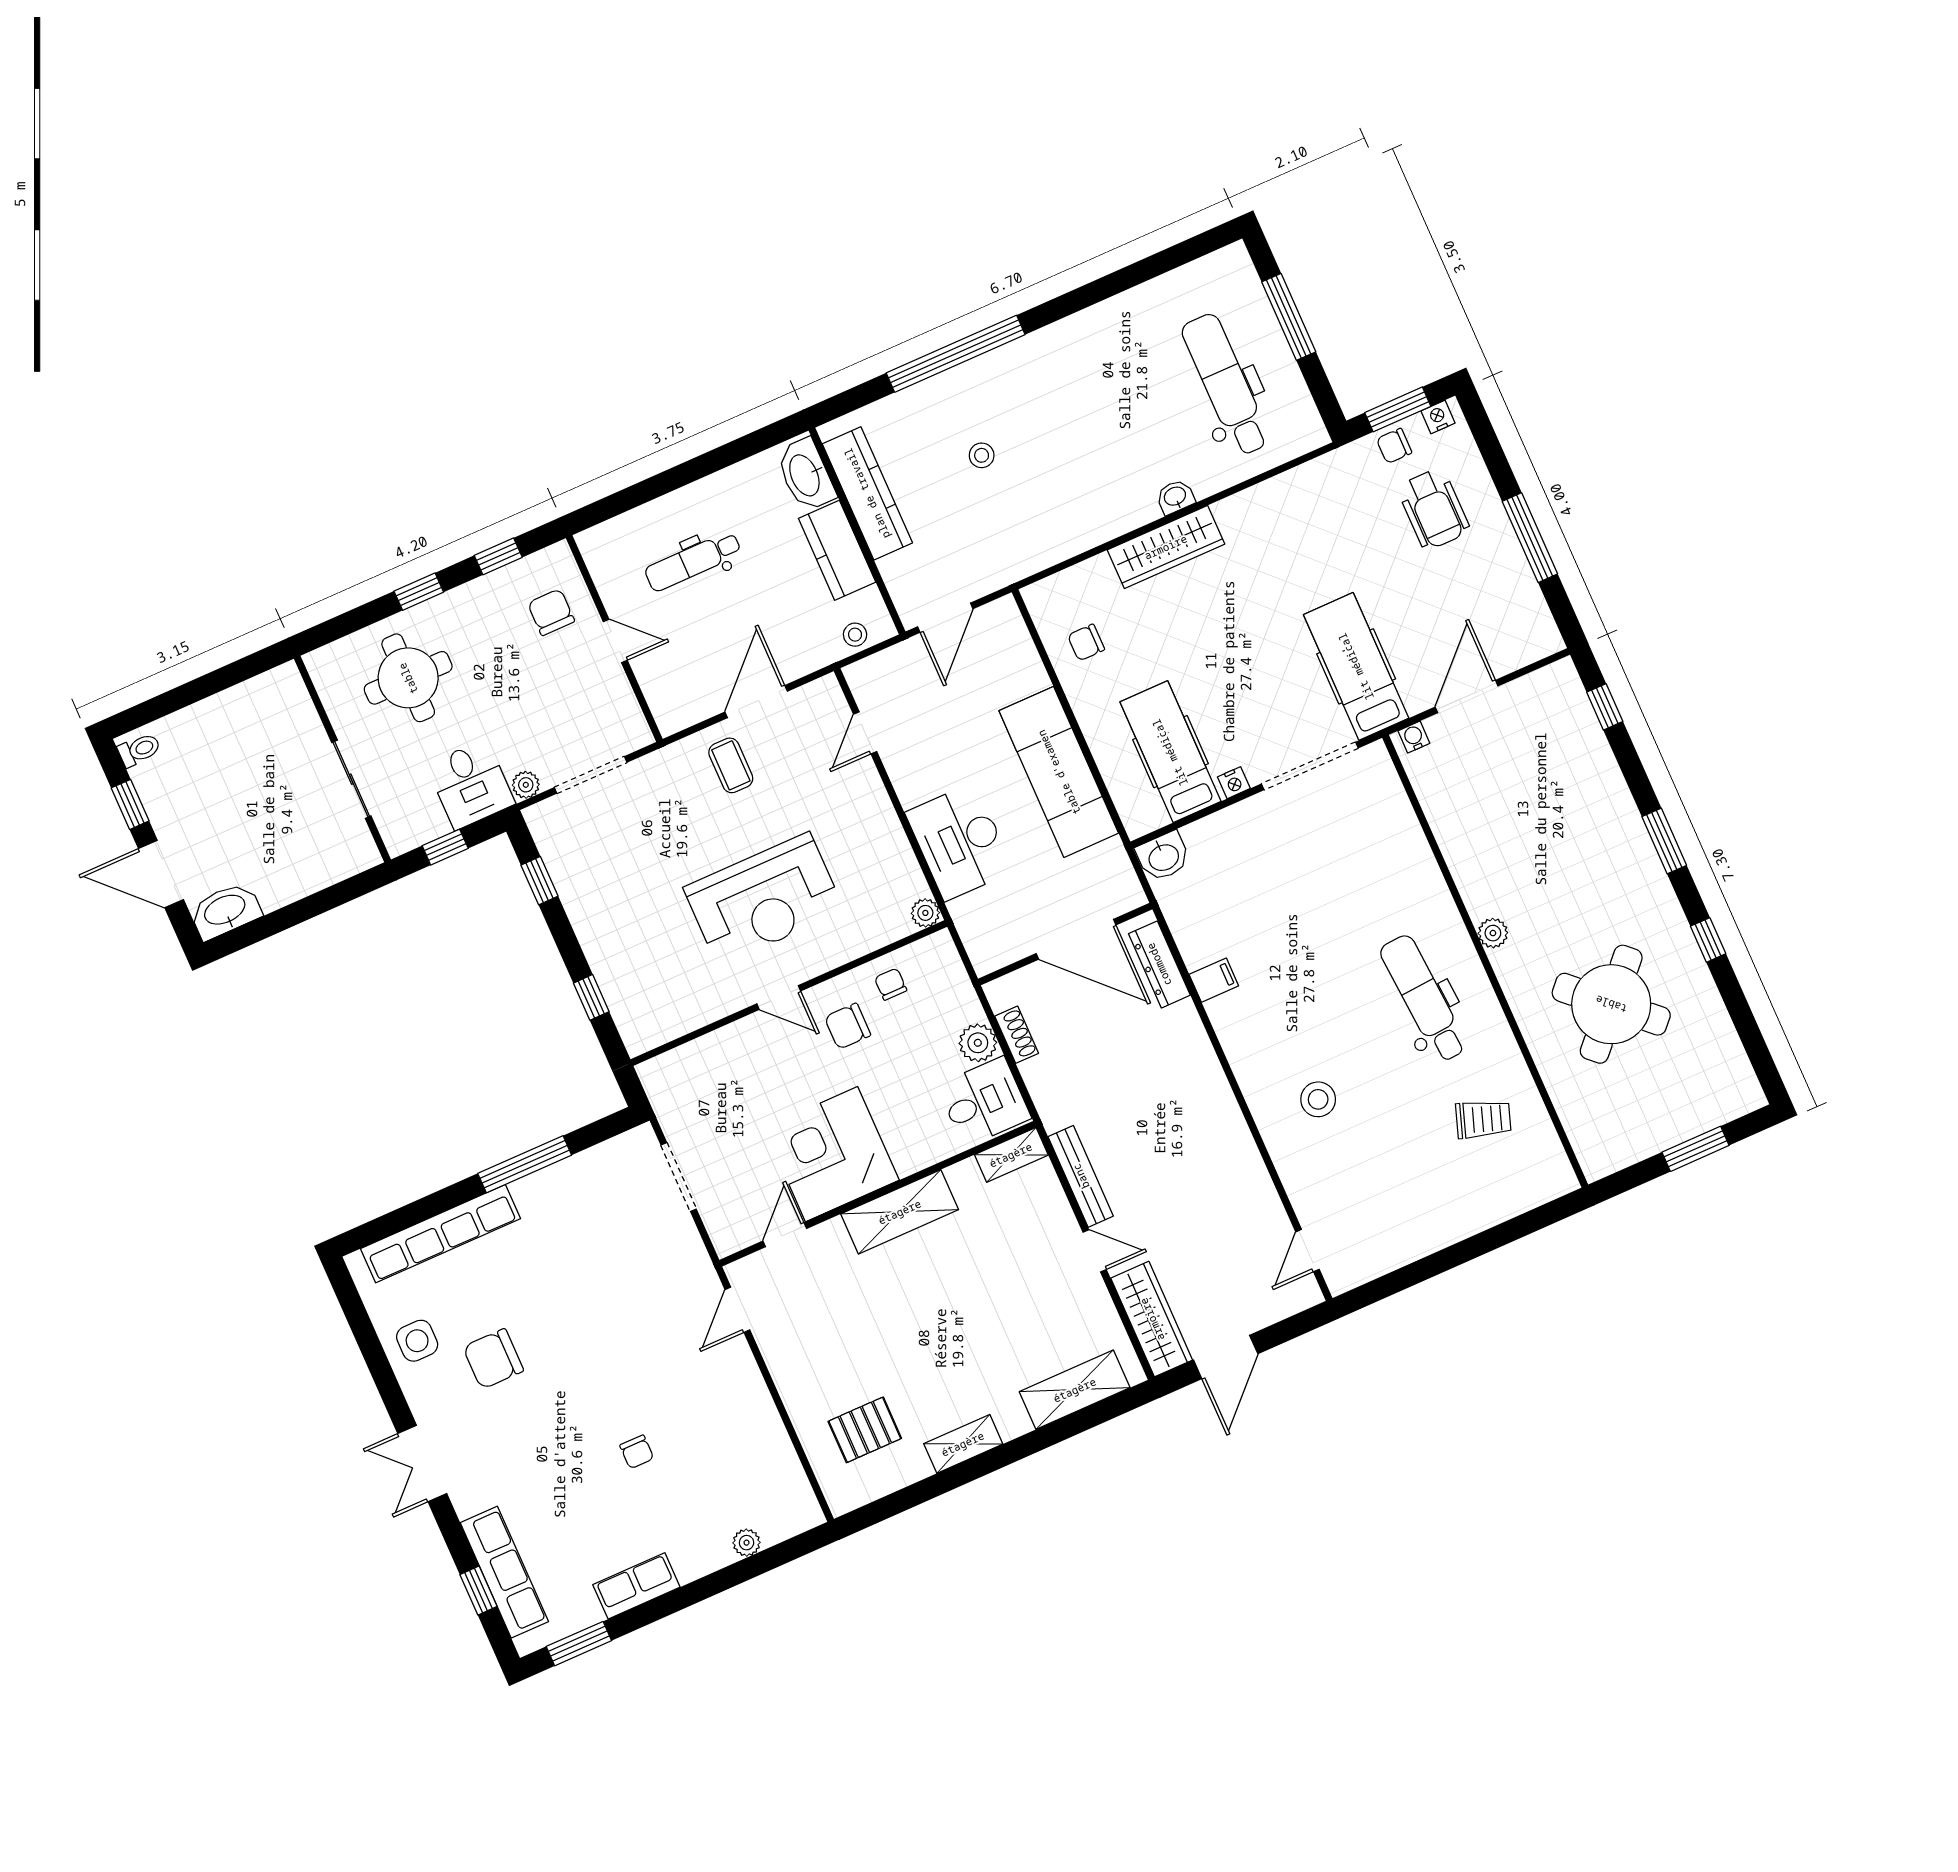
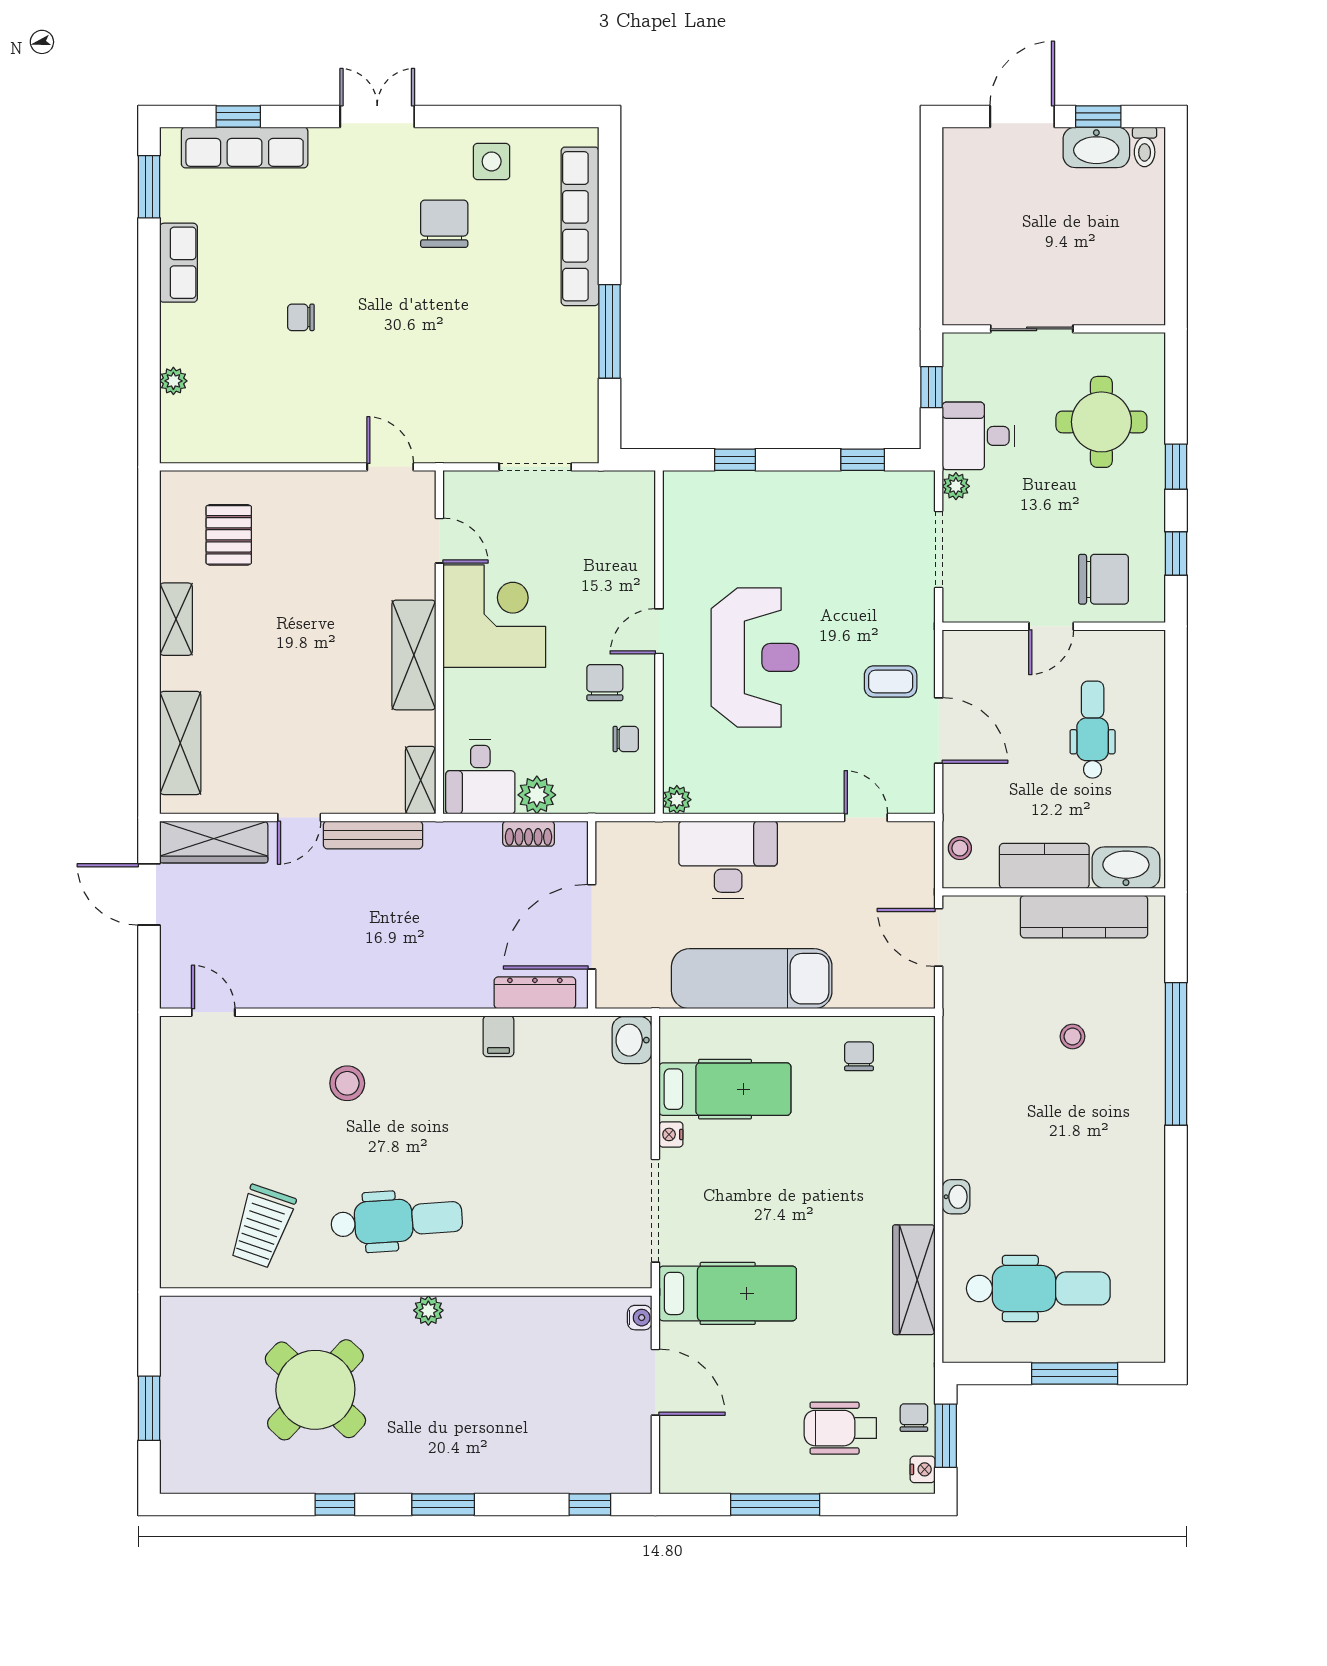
wardrobe: (1166, 547) -> (914, 1280), moved
chair: (551, 612) -> (1103, 579), width x1.37, depth x1.37
reception desk: (764, 899) -> (755, 657), turned 180
washbasin: (225, 911) -> (1096, 147), moved, turned 90
trolley: (1483, 1119) -> (262, 1226), width x1.36, depth x1.39

